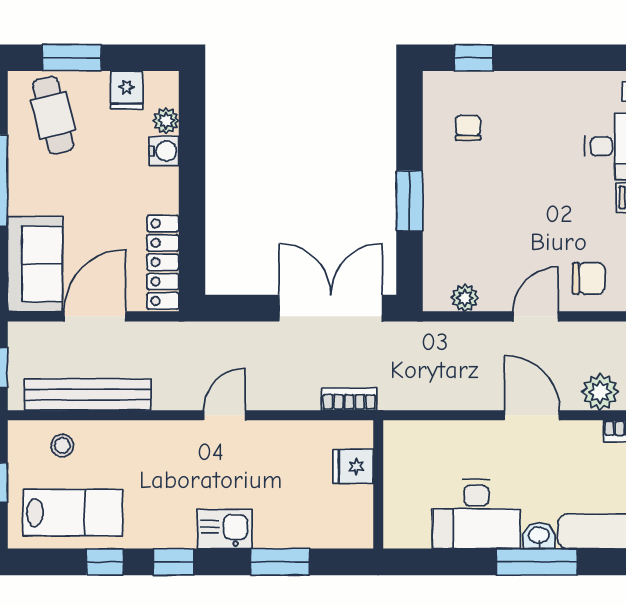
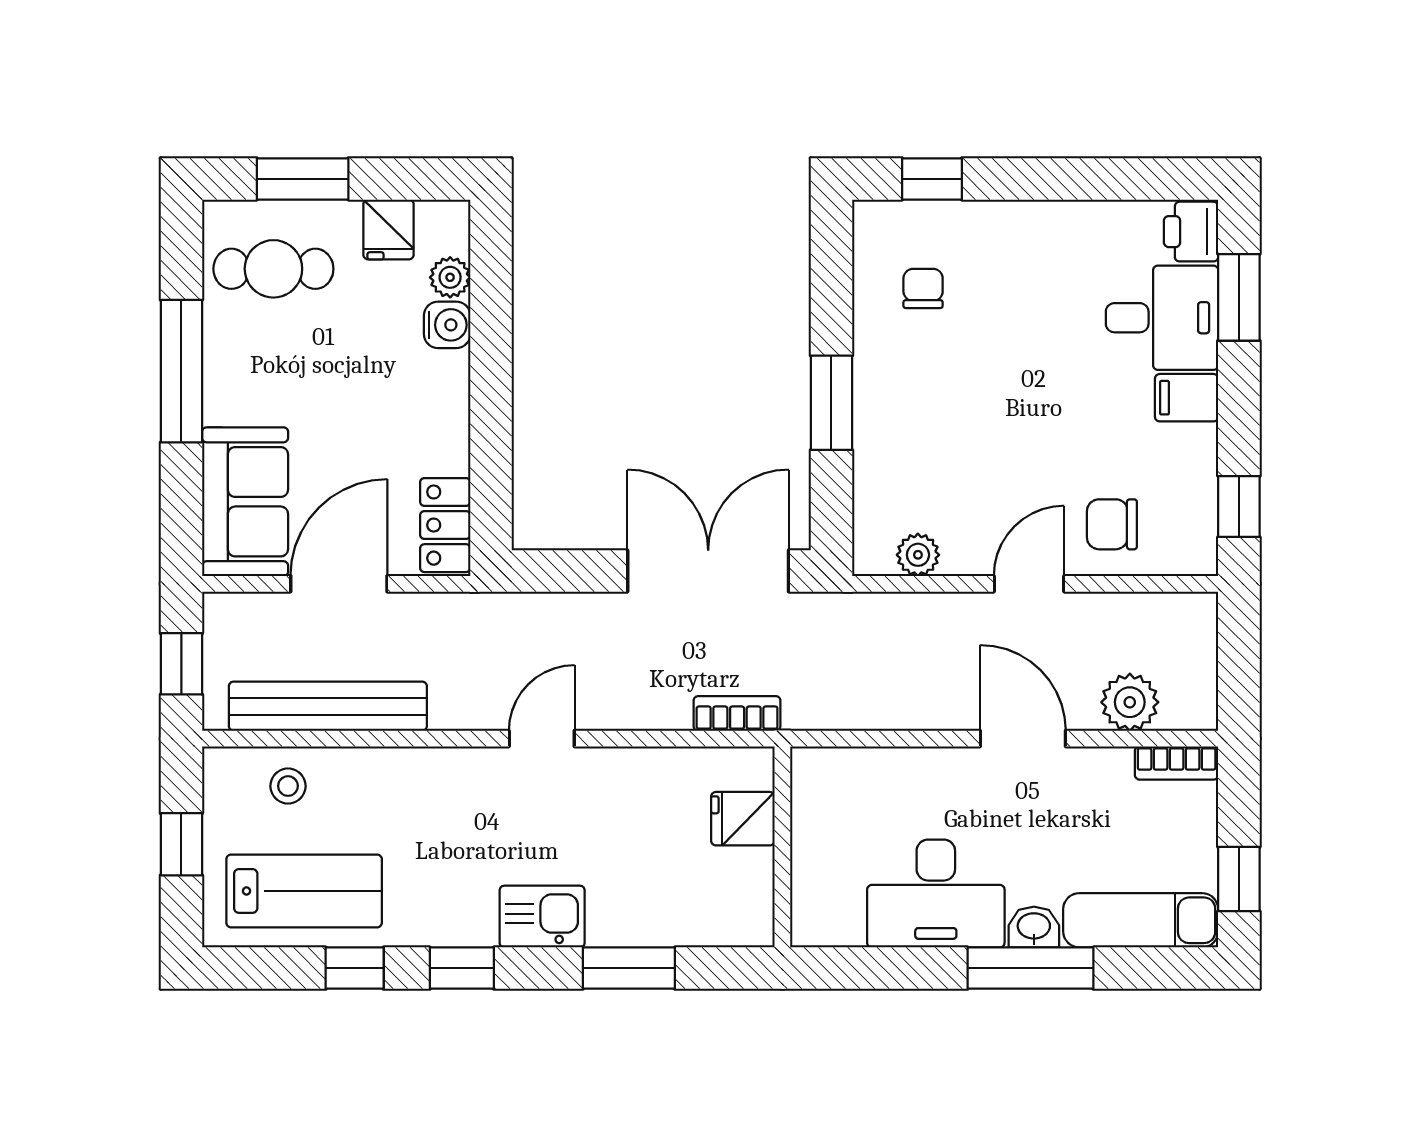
cafe table: (53, 115) -> (273, 269), turned -76
locker: (163, 262) -> (445, 525), width x0.66
chair: (589, 278) -> (1112, 524), turned 180

